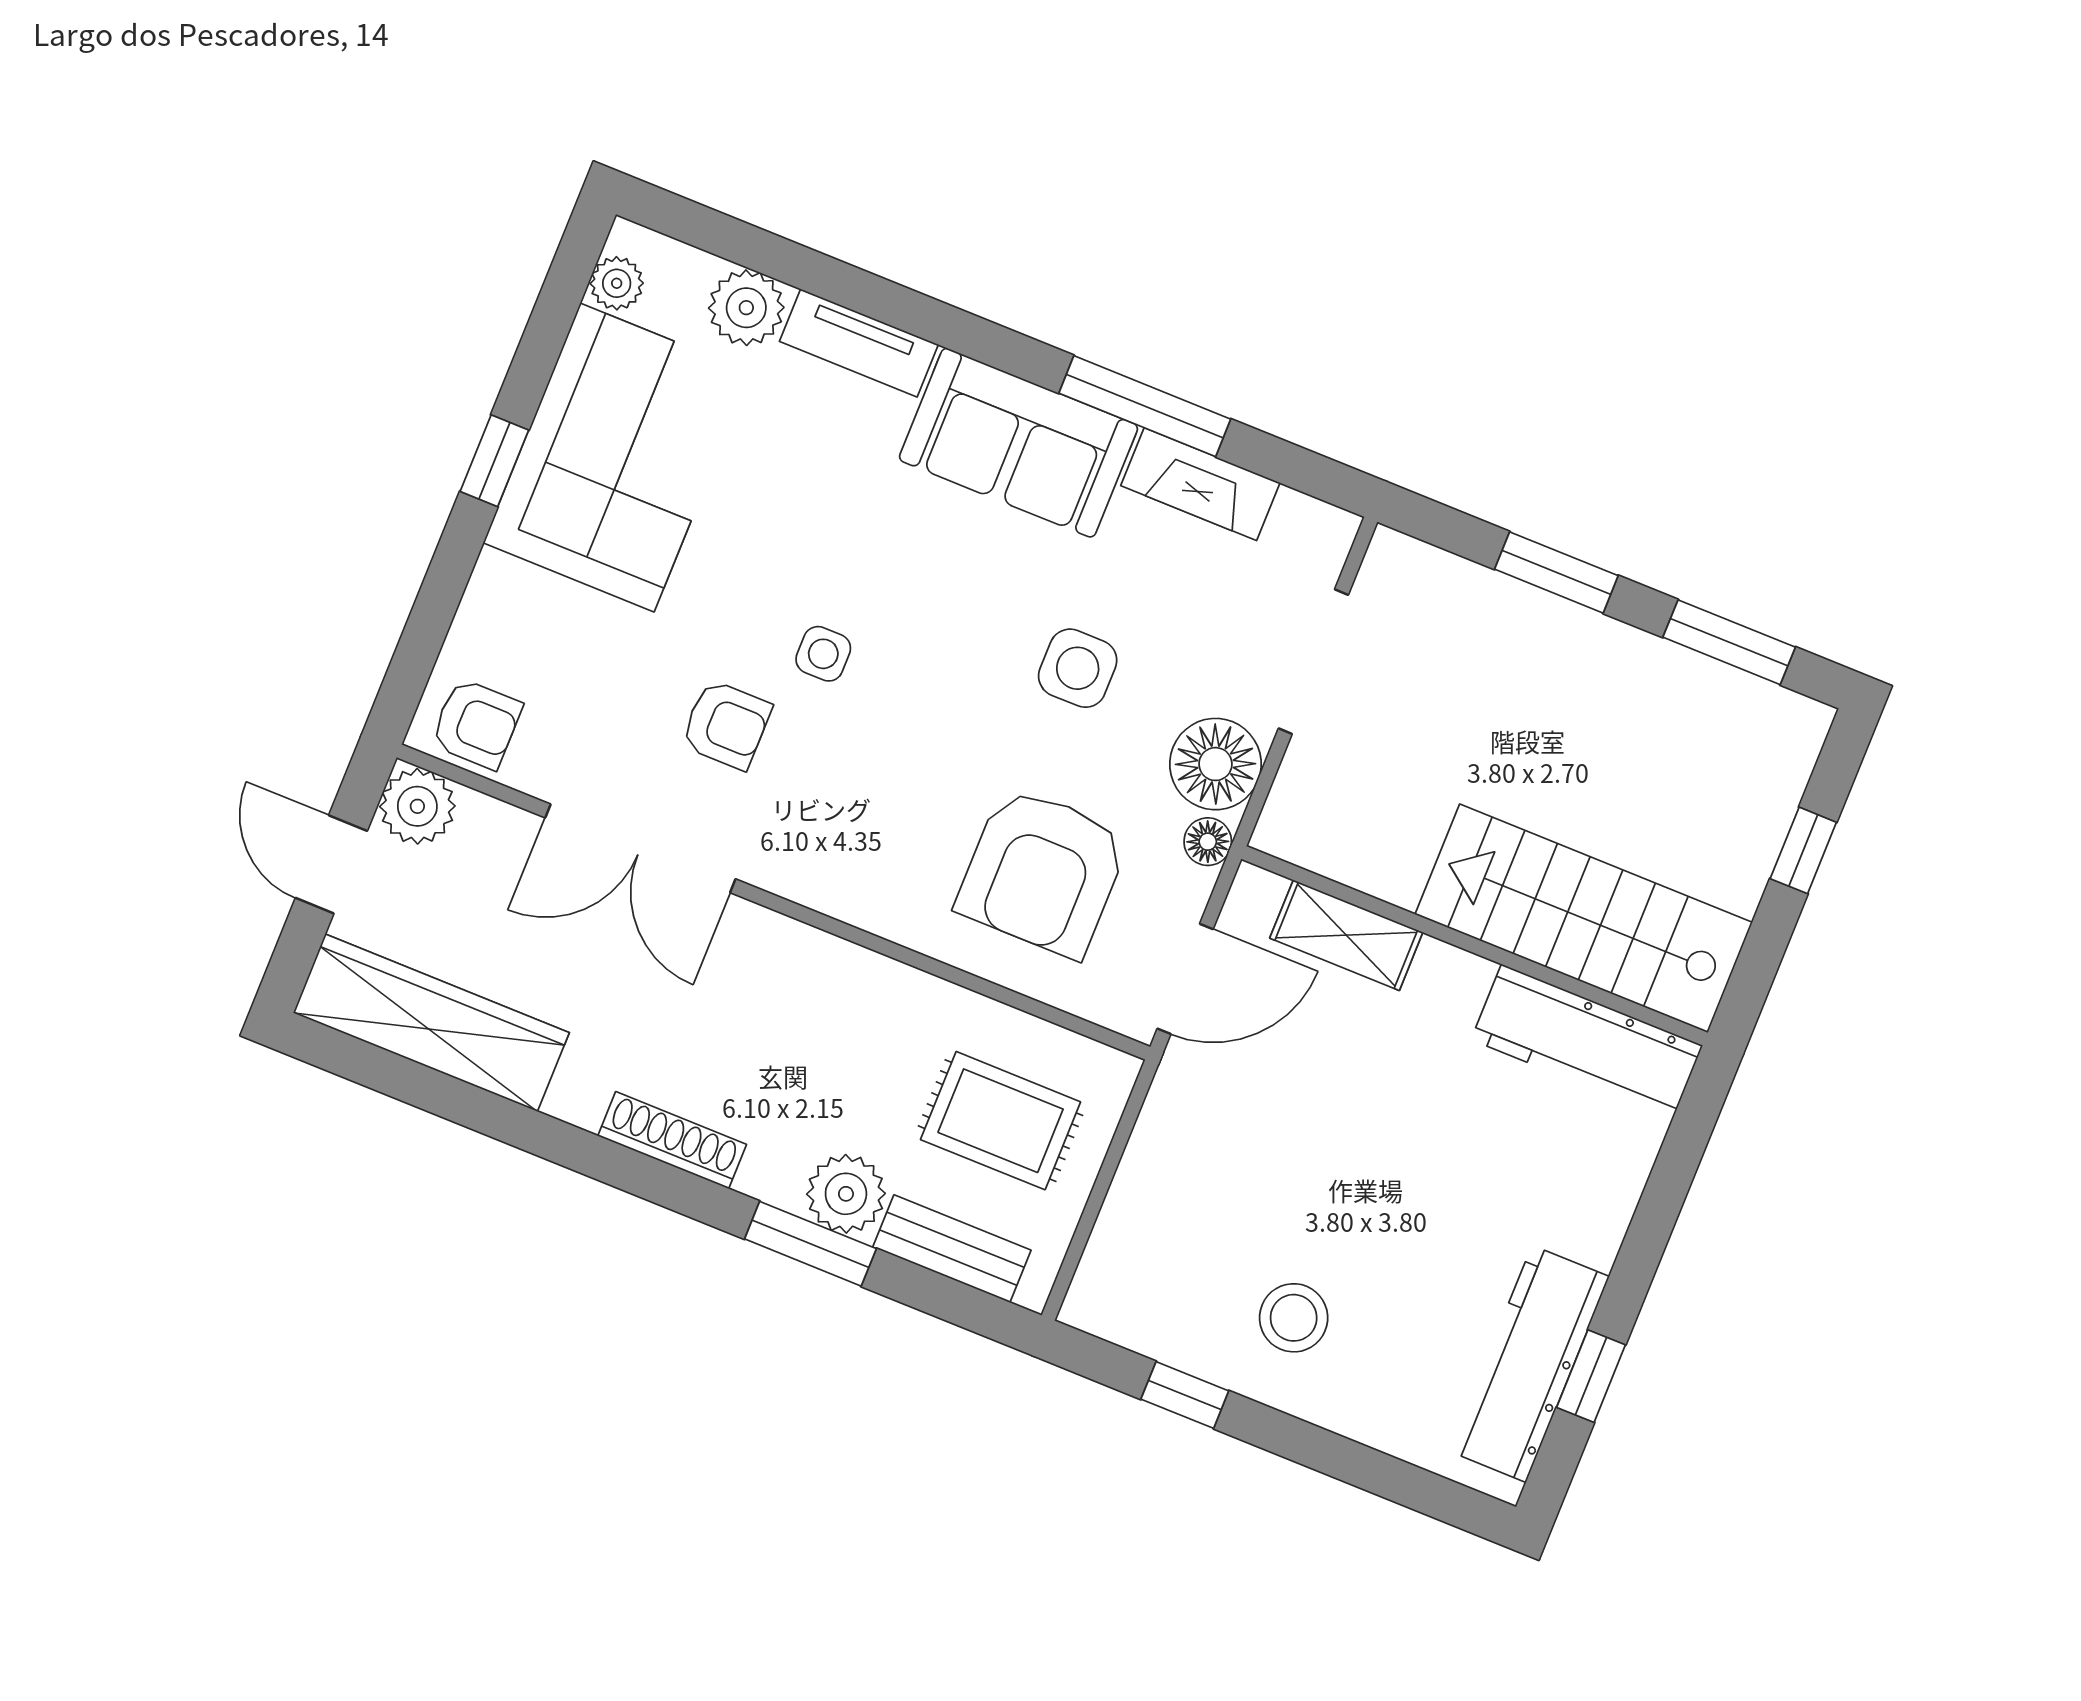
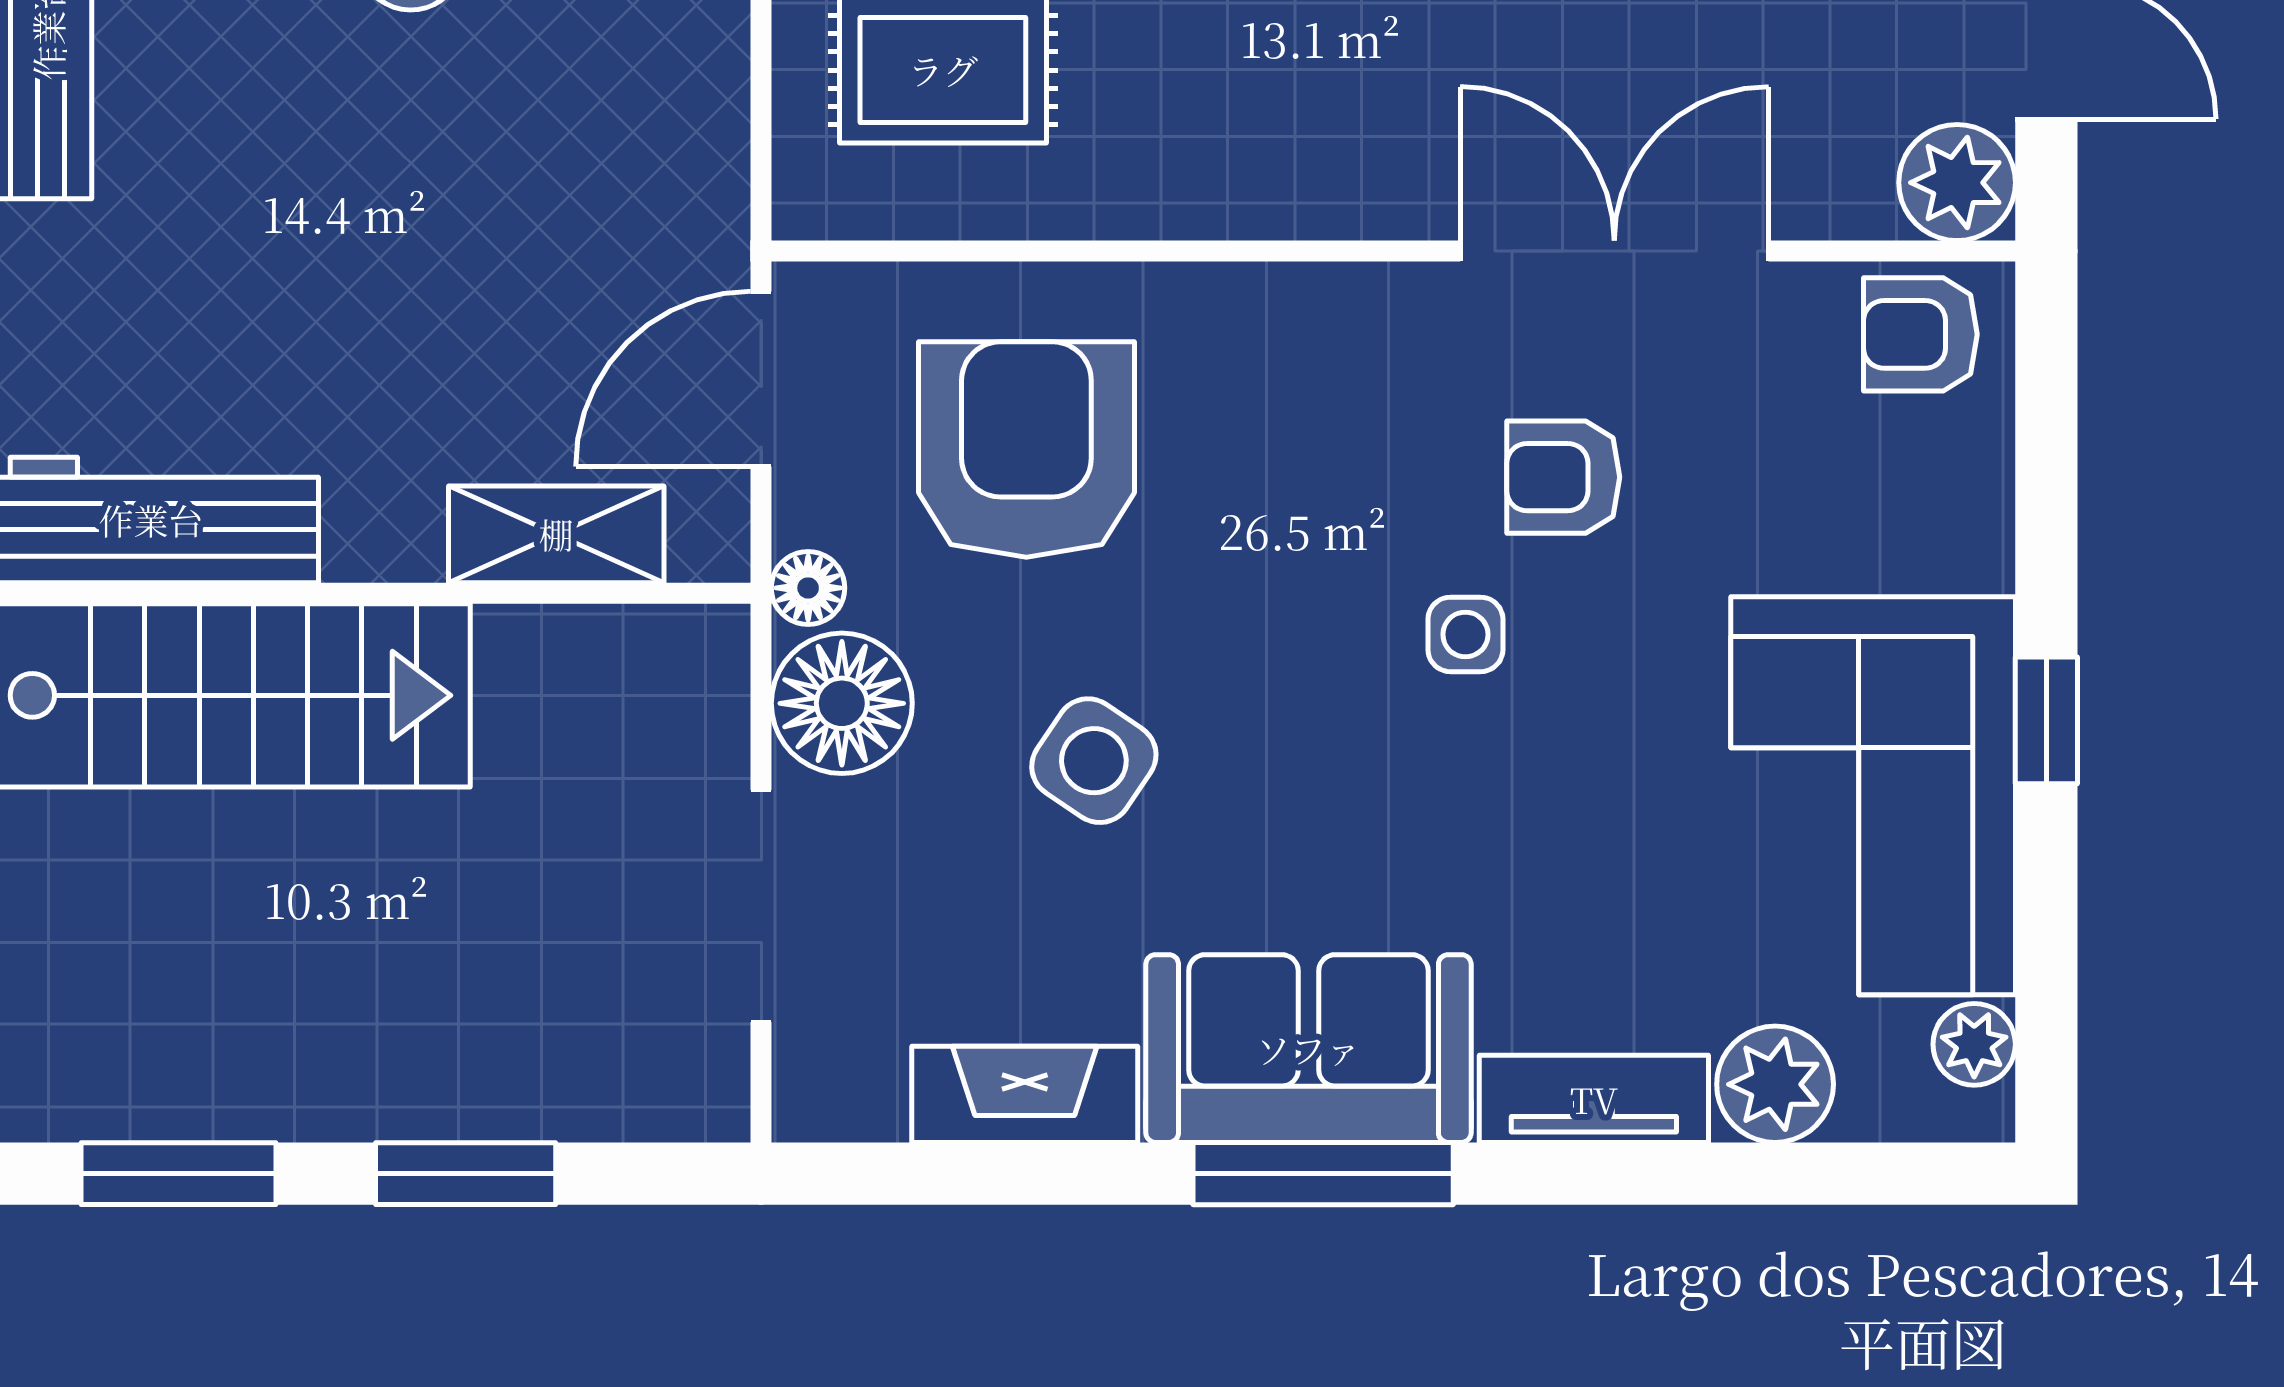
window: (1145, 406) -> (1323, 1174), moved
side table: (1078, 668) -> (1094, 761), turned 34

